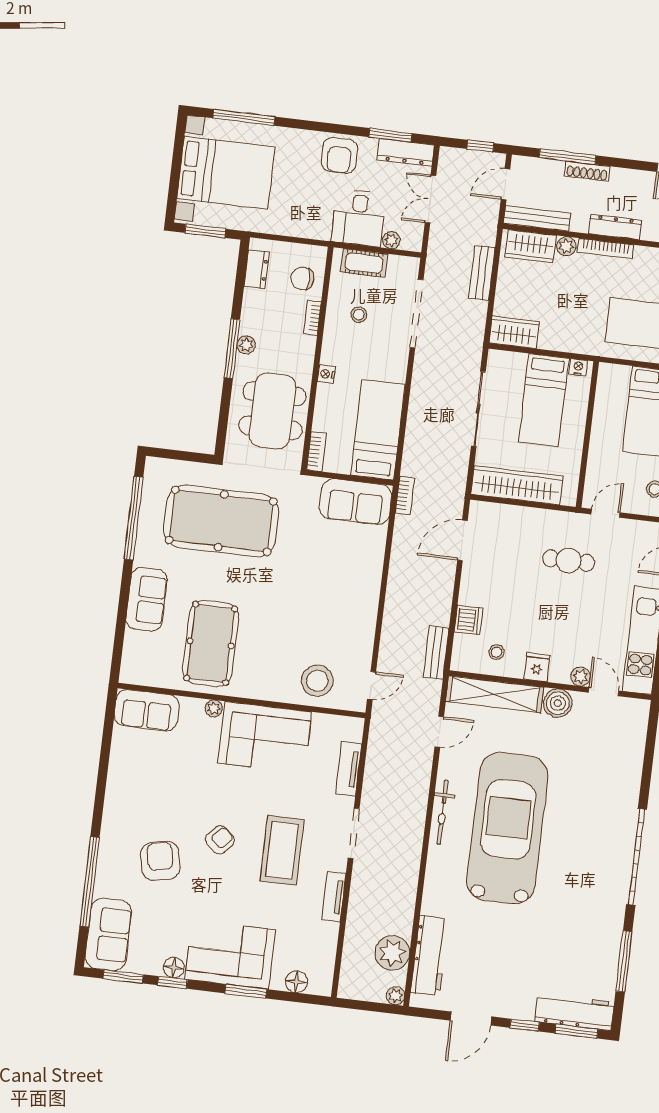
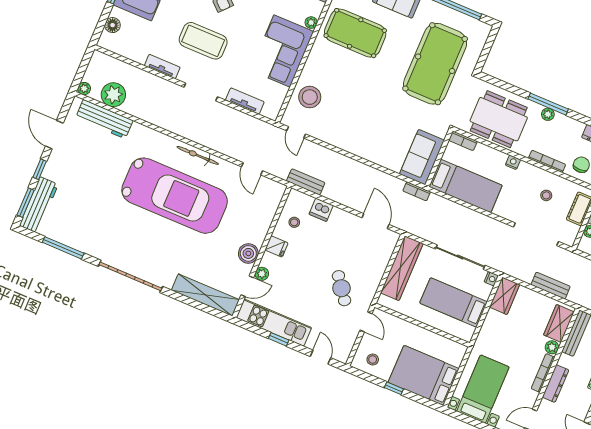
bookcase: (313, 318) -> (547, 161), width x1.56
nightstand: (578, 367) -> (491, 279), moved
cafe table: (569, 561) -> (342, 288), turned -37
shelving: (495, 694) -> (205, 295), moved, turned 90

